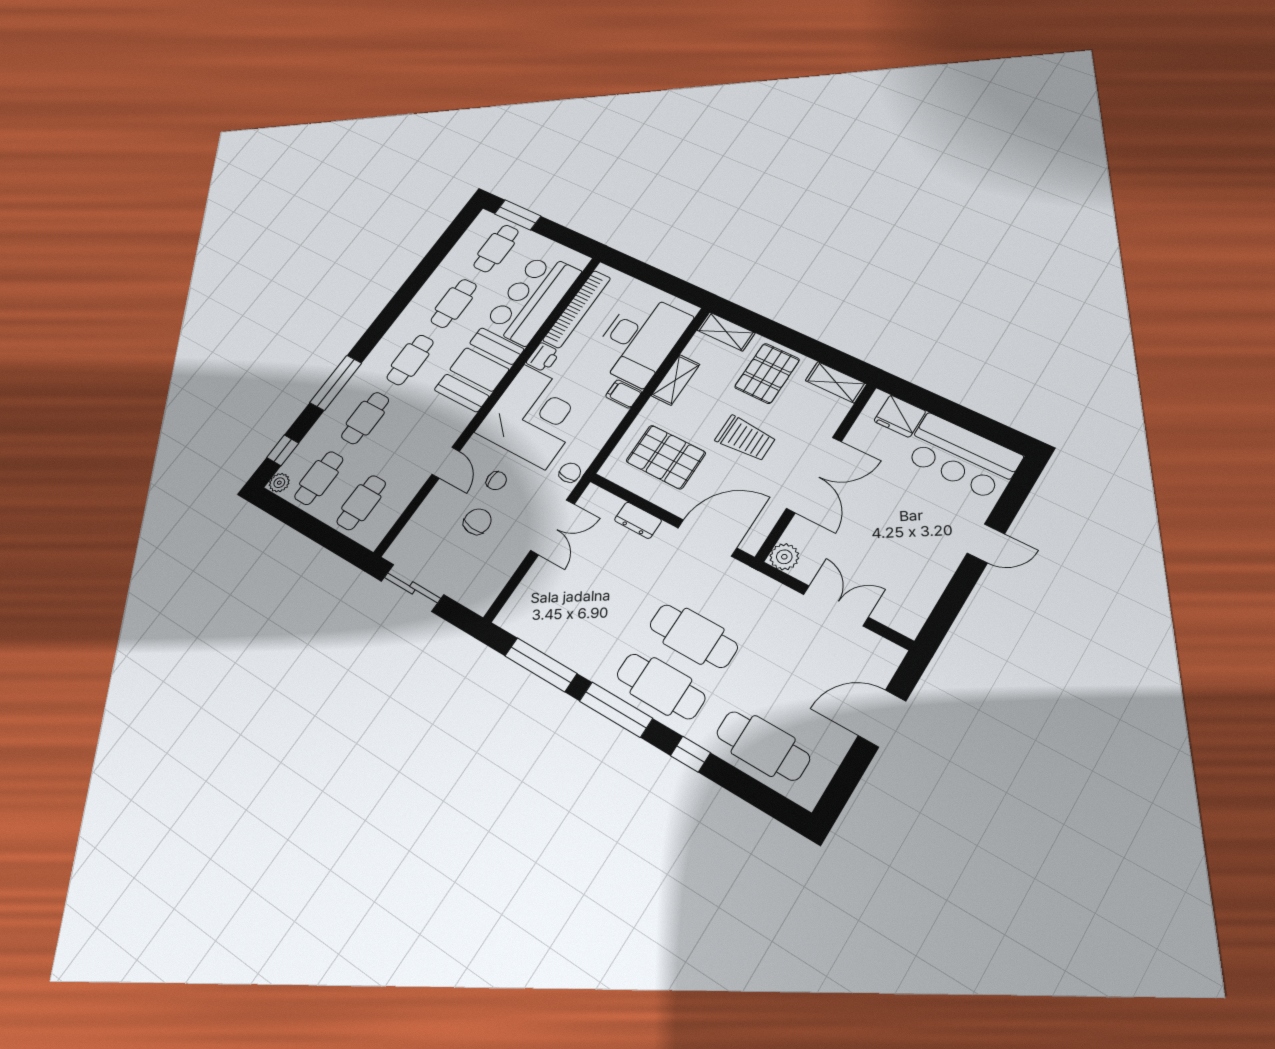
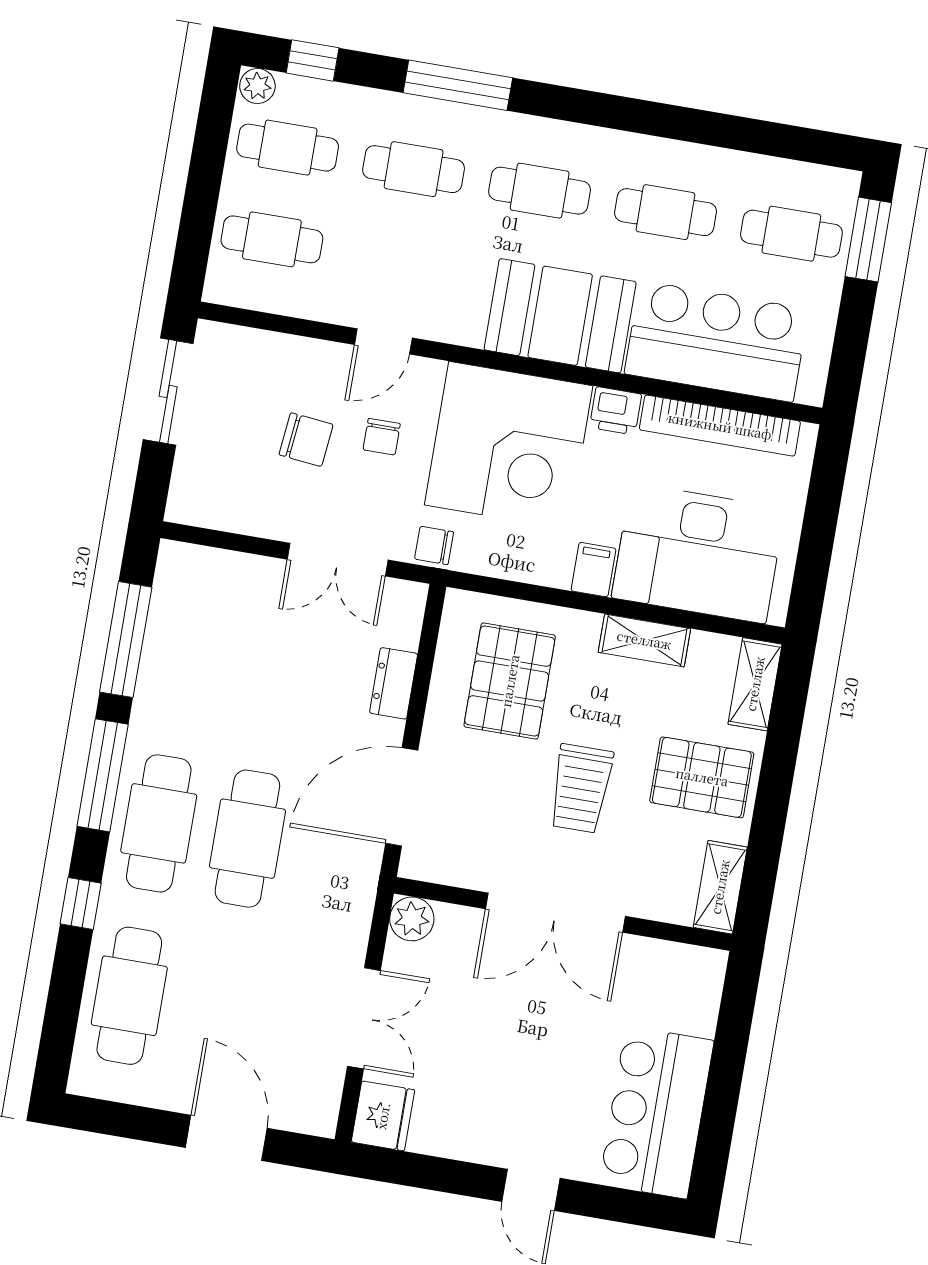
fridge: (900, 416) -> (383, 1116), moved, turned 180
chair: (570, 473) -> (434, 545), turned 180
door: (707, 538) -> (402, 797), swing flipped

